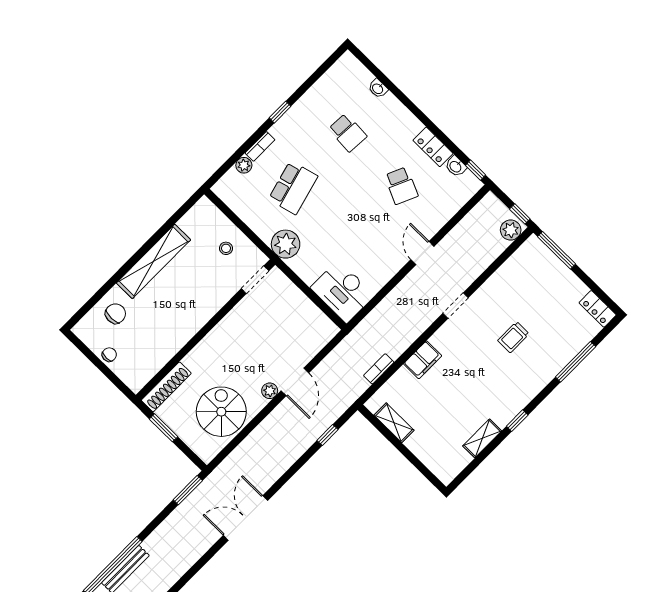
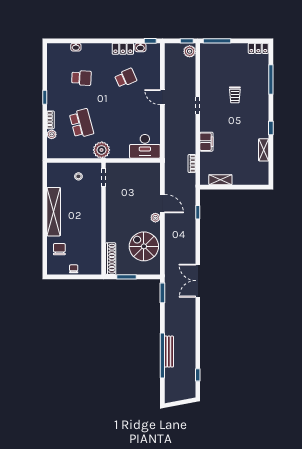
school desk: (401, 186) -> (126, 78), turned -48

